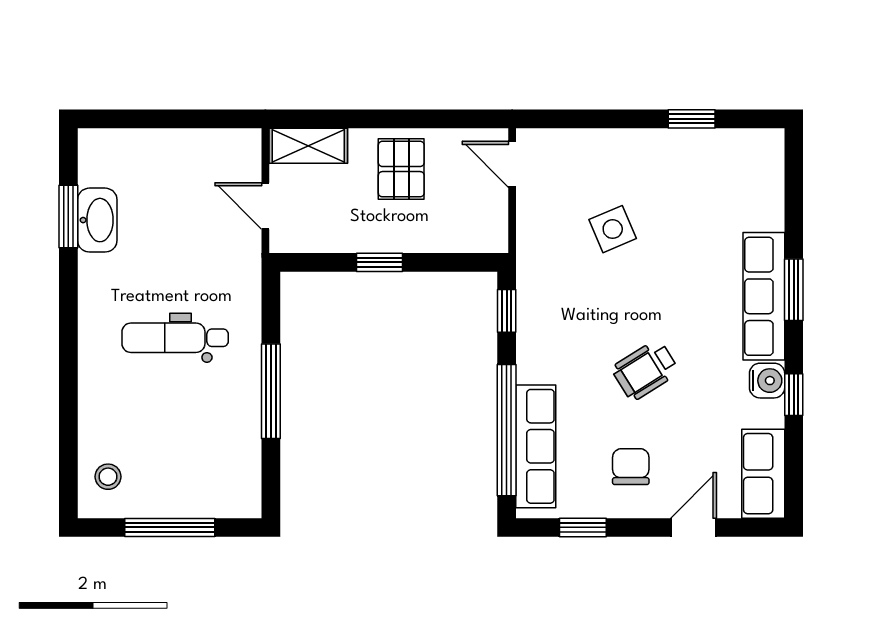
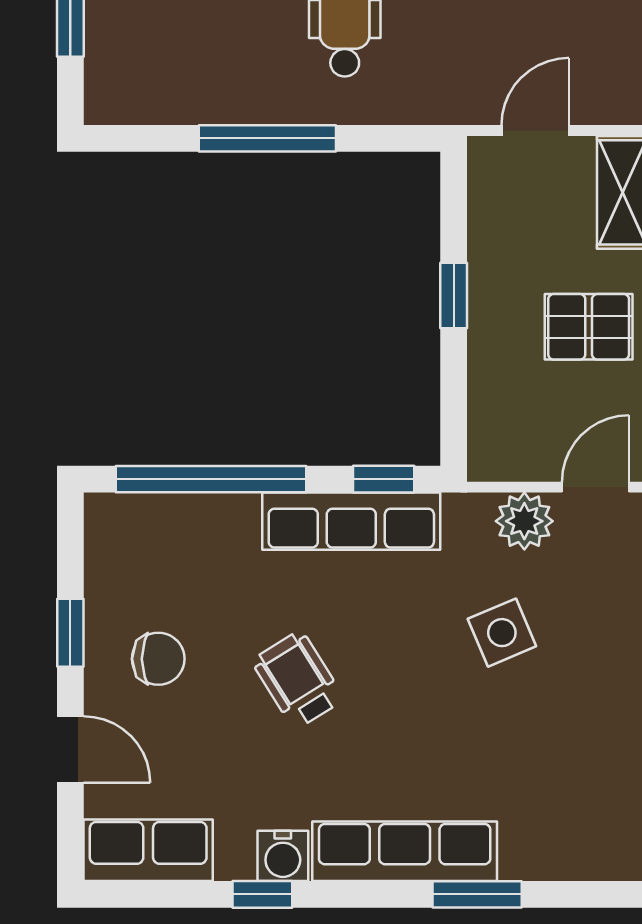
plant: (536, 214) -> (524, 521), added
window: (794, 290) -> (477, 894), moved
row of seats: (536, 446) -> (351, 521), moved
window: (583, 527) -> (70, 633), moved

